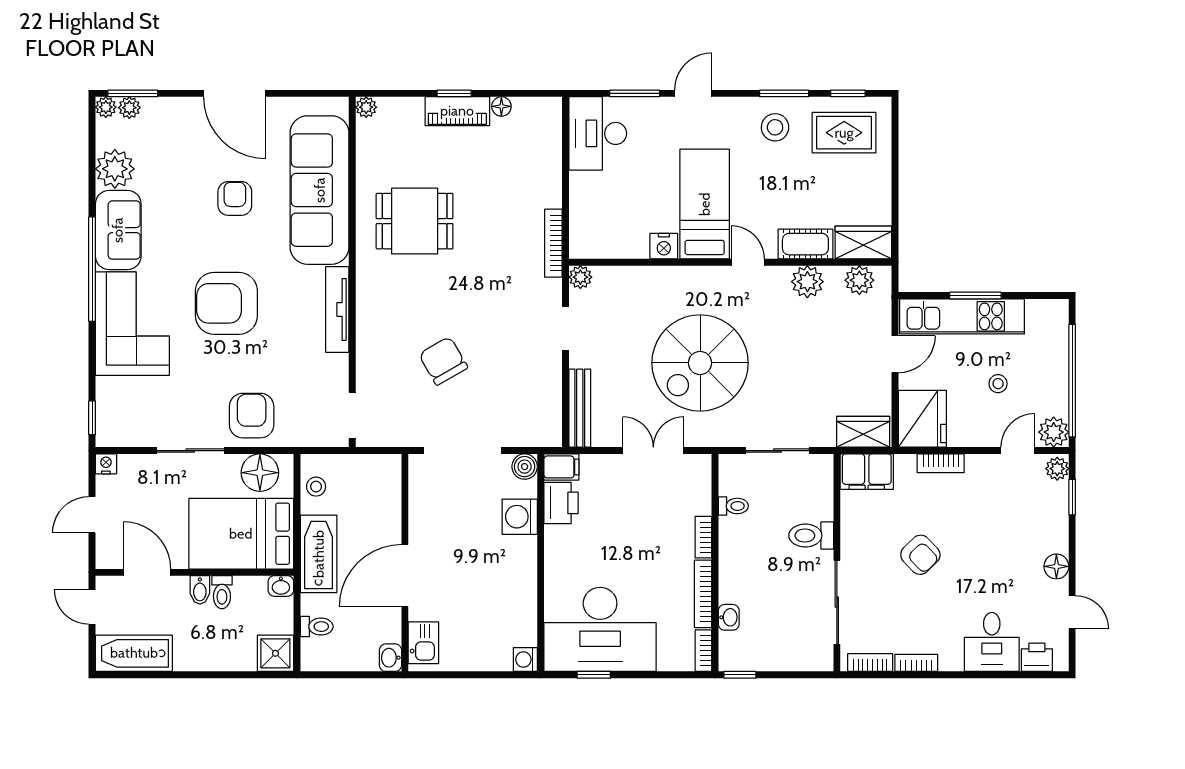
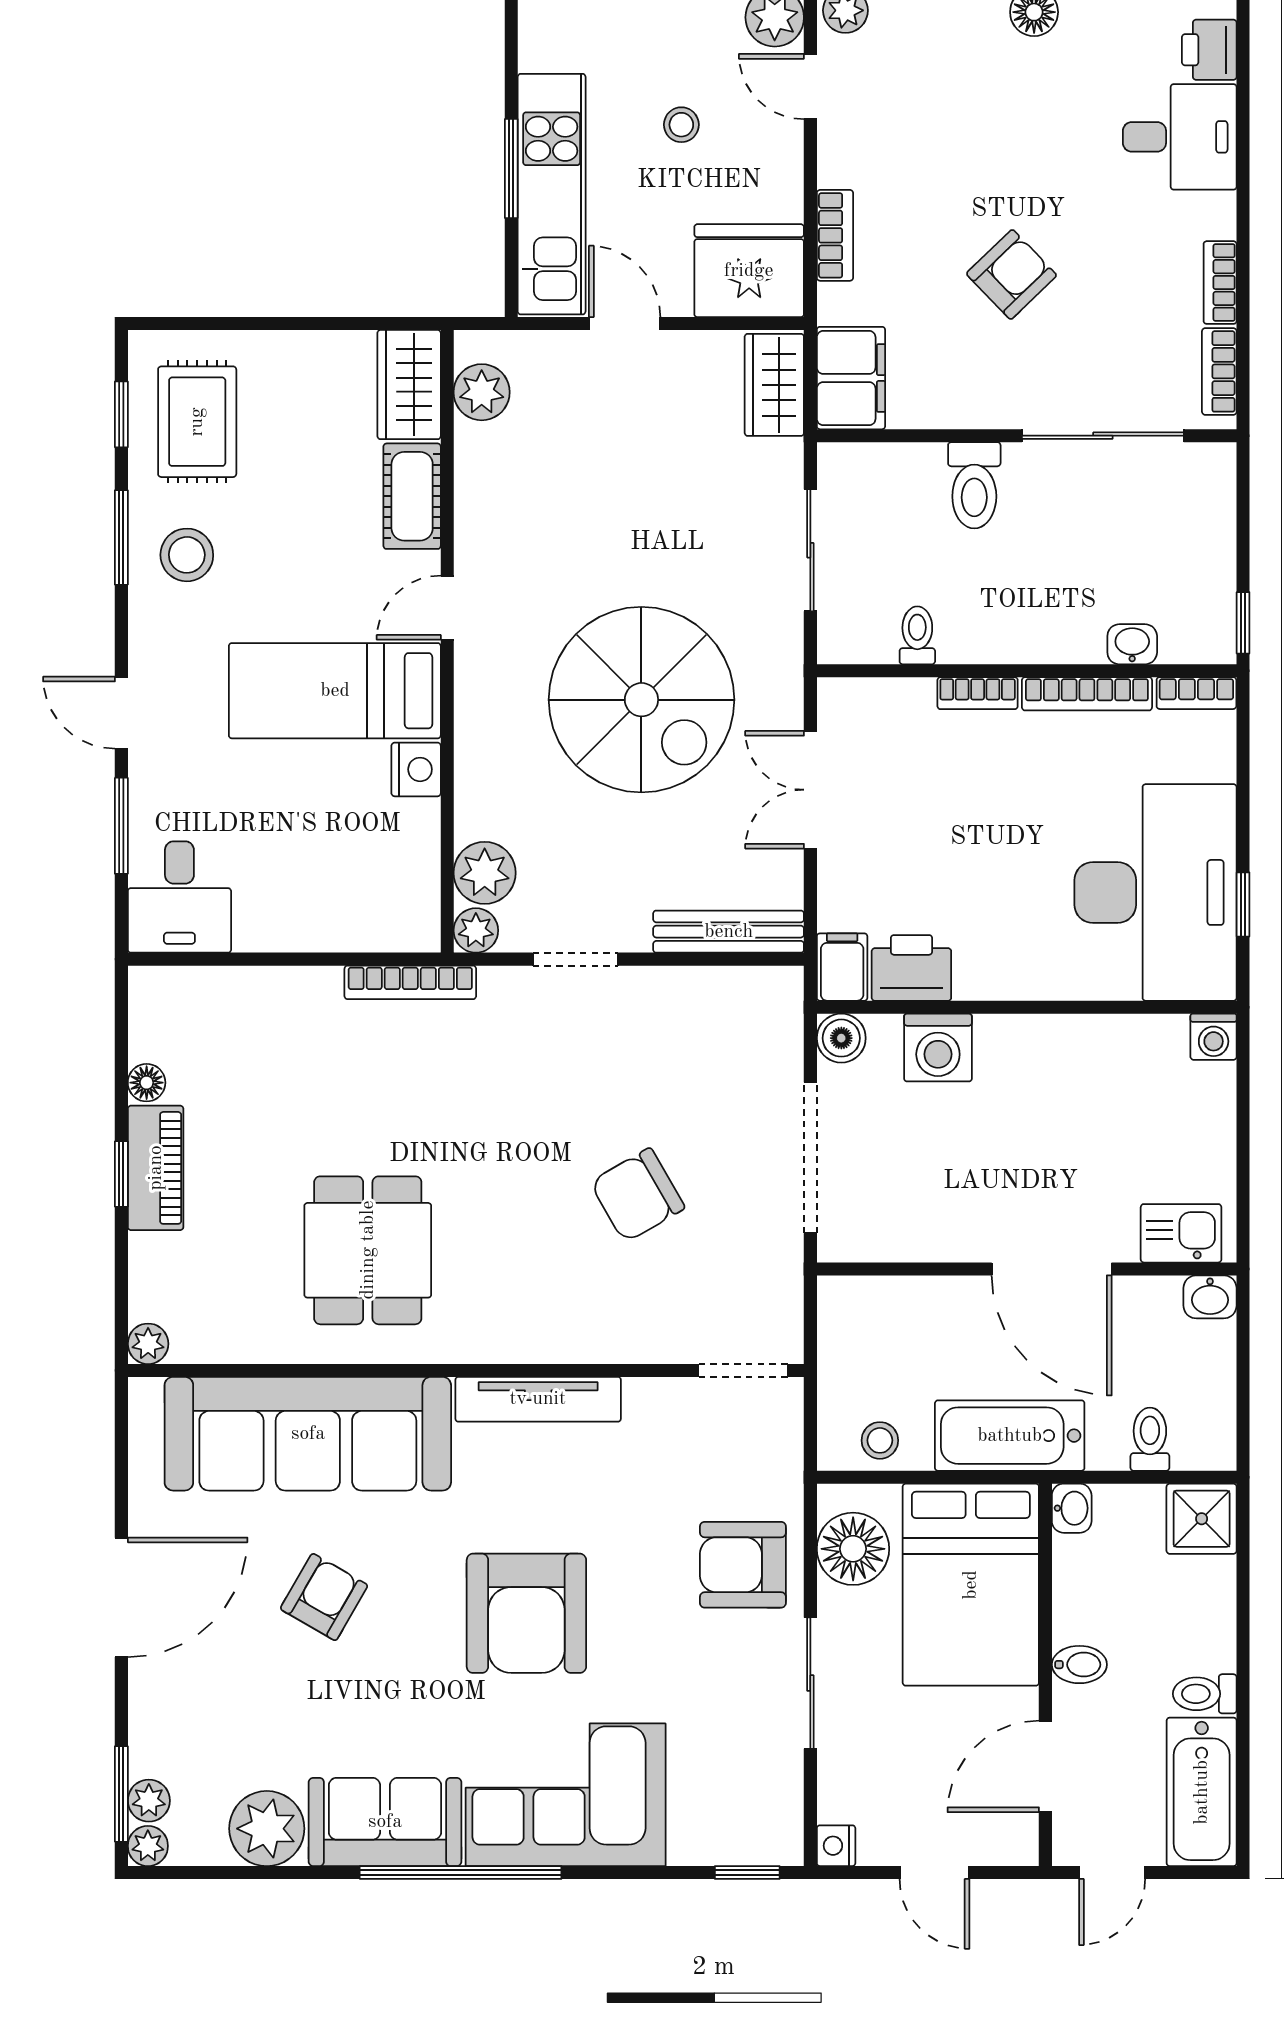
desk: (598, 133) -> (179, 897), width x0.73
armchair: (235, 198) -> (324, 1597), turned 120
plant: (807, 282) -> (485, 873), moved
toilet: (222, 592) -> (1205, 1694), moved, turned 180

